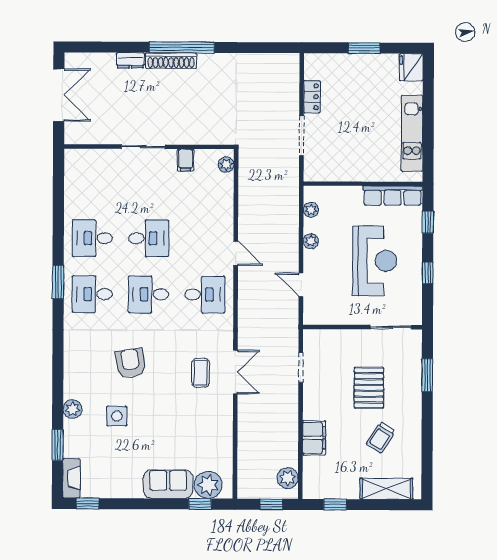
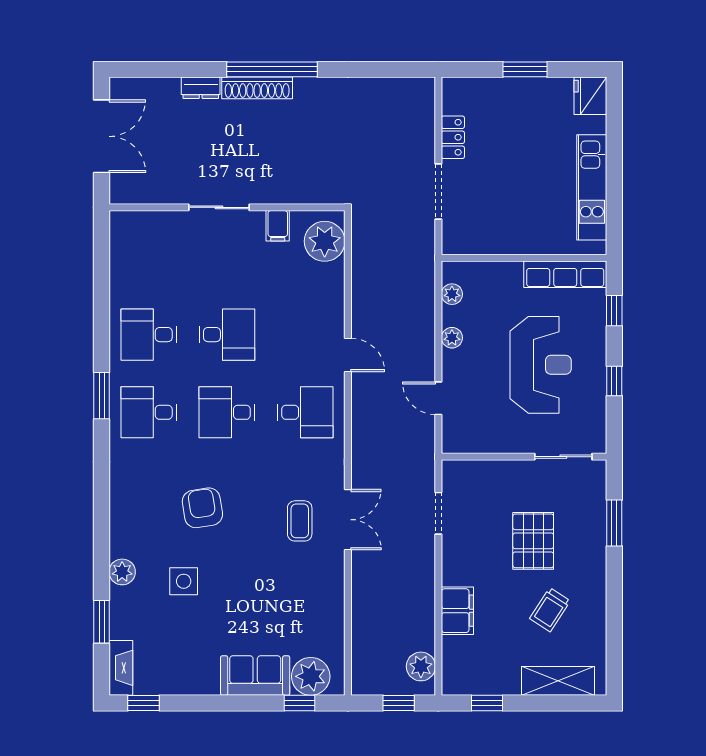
plant: (226, 165) -> (325, 241), width x1.88, depth x1.88

